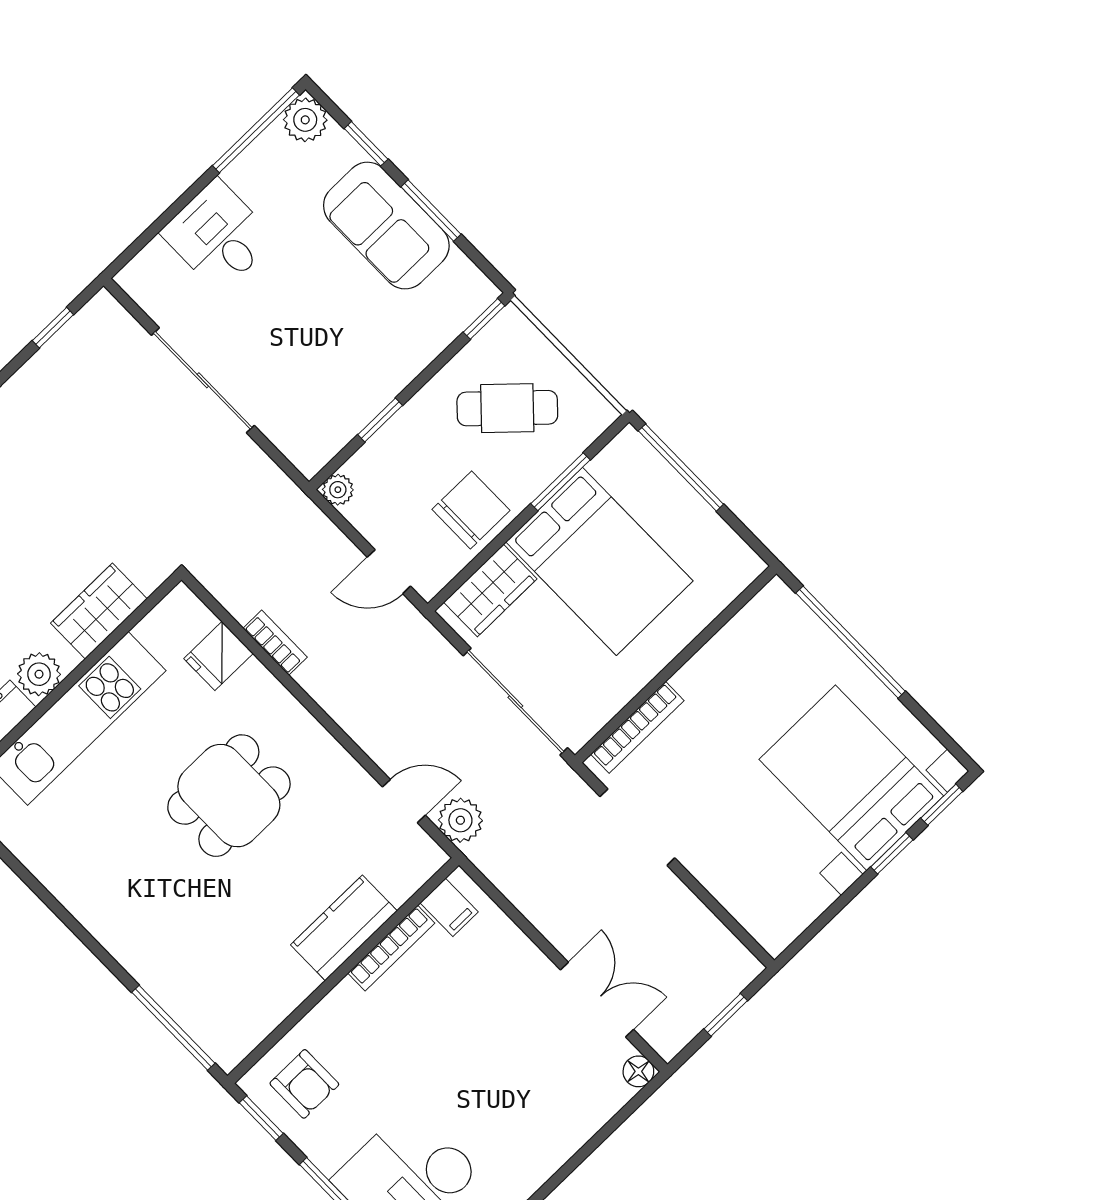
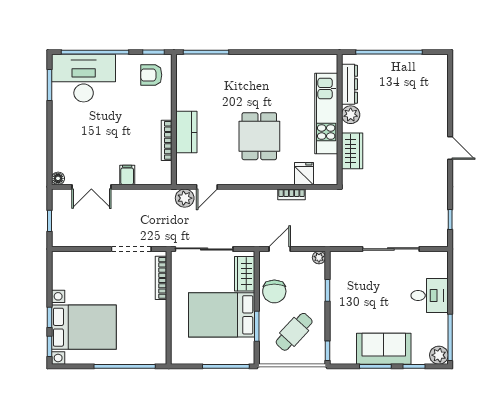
filing cabinet: (449, 907) -> (127, 175), moved, turned 90

